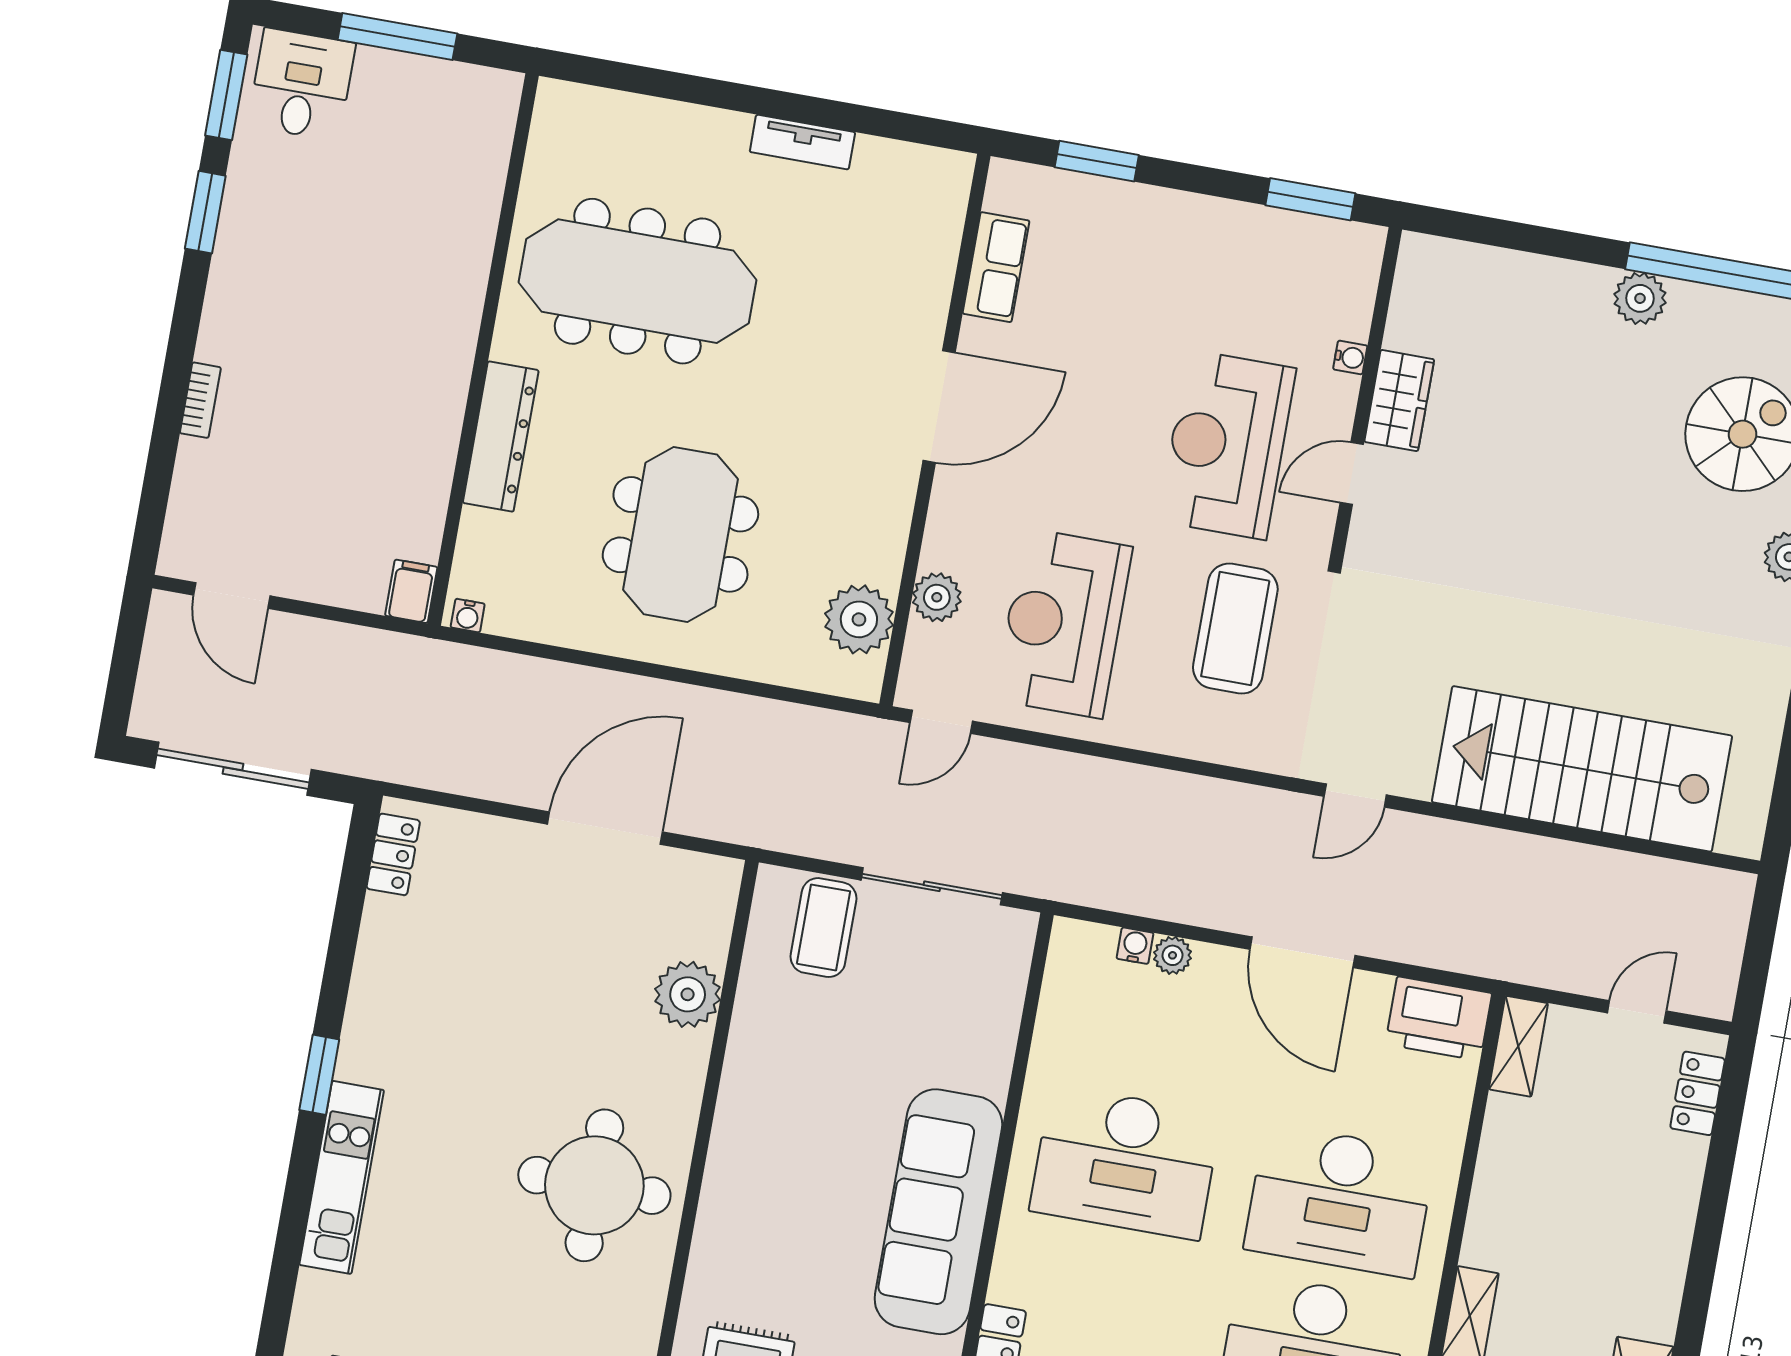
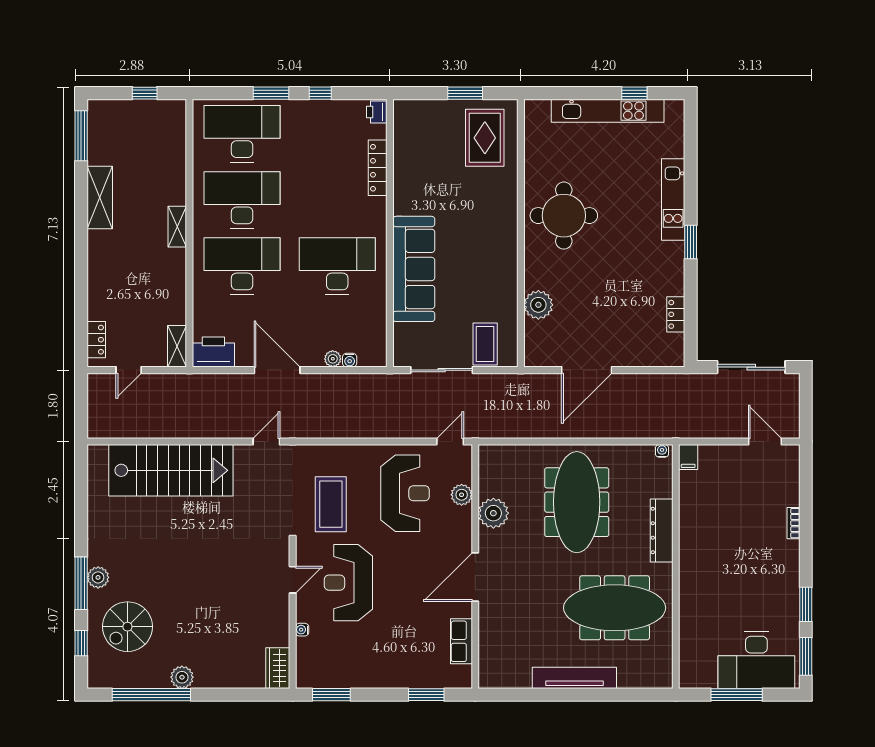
desk: (301, 84) -> (756, 660), width x1.87, depth x1.30
tv unit: (802, 142) -> (574, 678), width x1.92, depth x1.29
wardrobe: (1399, 401) -> (278, 668), moved
reception desk: (1227, 445) -> (348, 583), turned 180
meeting table: (680, 534) -> (577, 502), width x1.36
plant: (859, 619) -> (493, 513), moved
locker: (393, 854) -> (676, 314), moved
sofa: (938, 1212) -> (414, 269), moved

